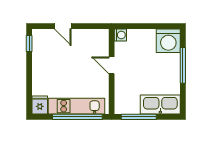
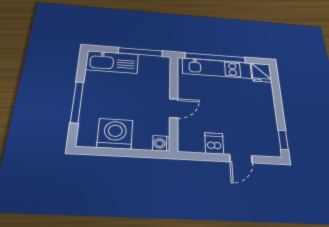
door: (63, 26) -> (241, 159), swing flipped
dishwasher: (82, 37) -> (214, 143), added
washing machine: (168, 41) -> (115, 134), moved
door: (112, 65) -> (174, 108), hinge flipped

